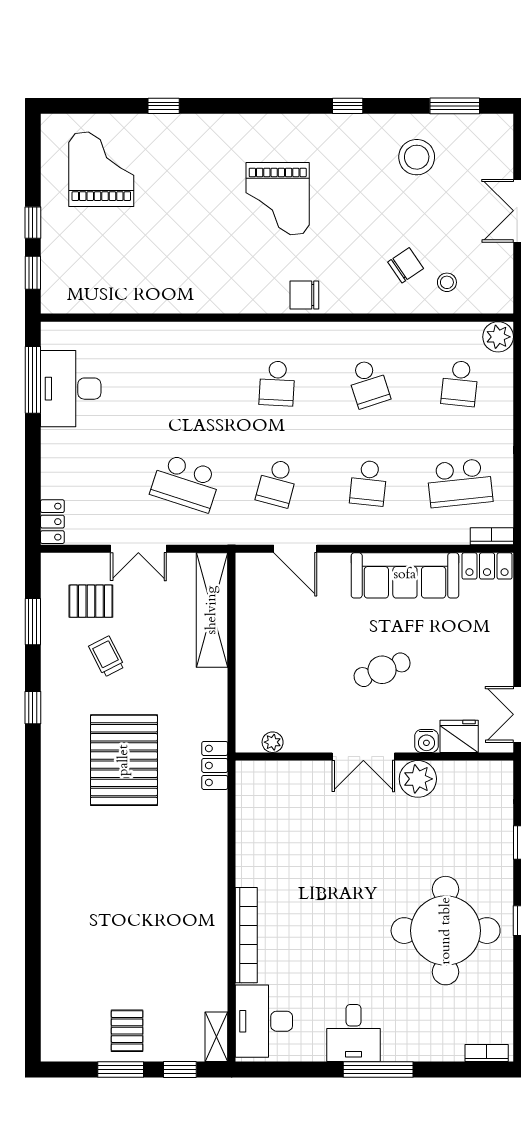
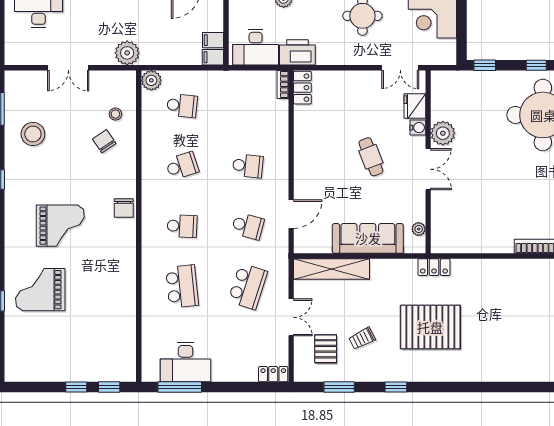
grand piano: (101, 169) -> (40, 290), moved
school desk: (460, 483) -> (182, 286), moved
sofa: (405, 575) -> (368, 238), moved, turned -90

